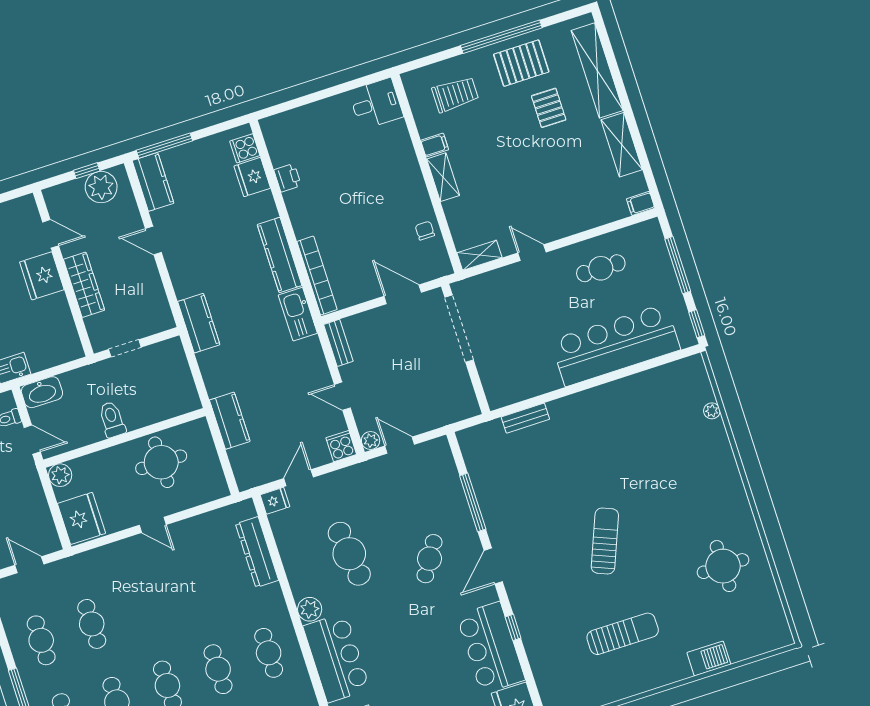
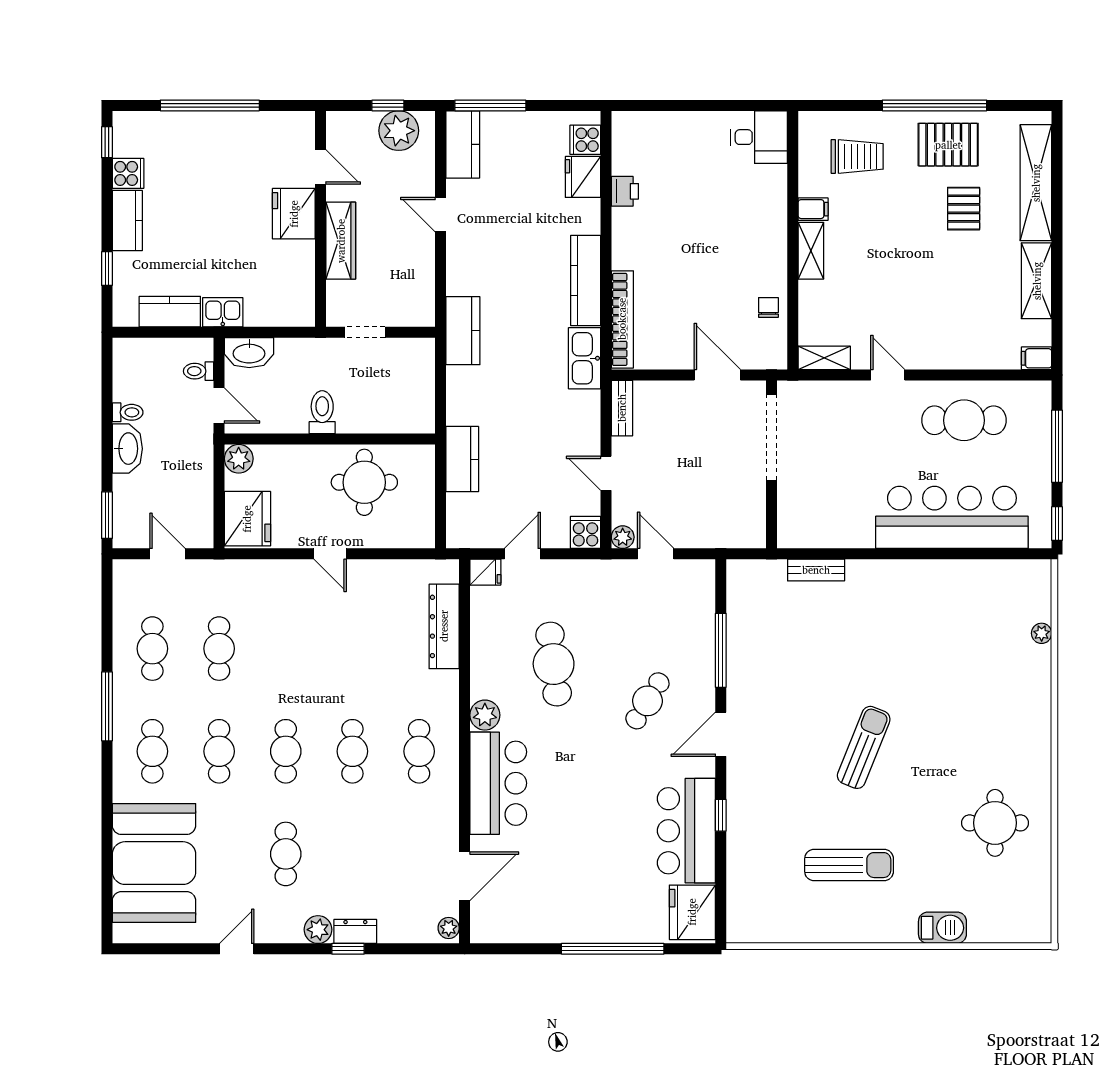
cafe table: (601, 268) -> (964, 420), width x1.37, depth x1.35

